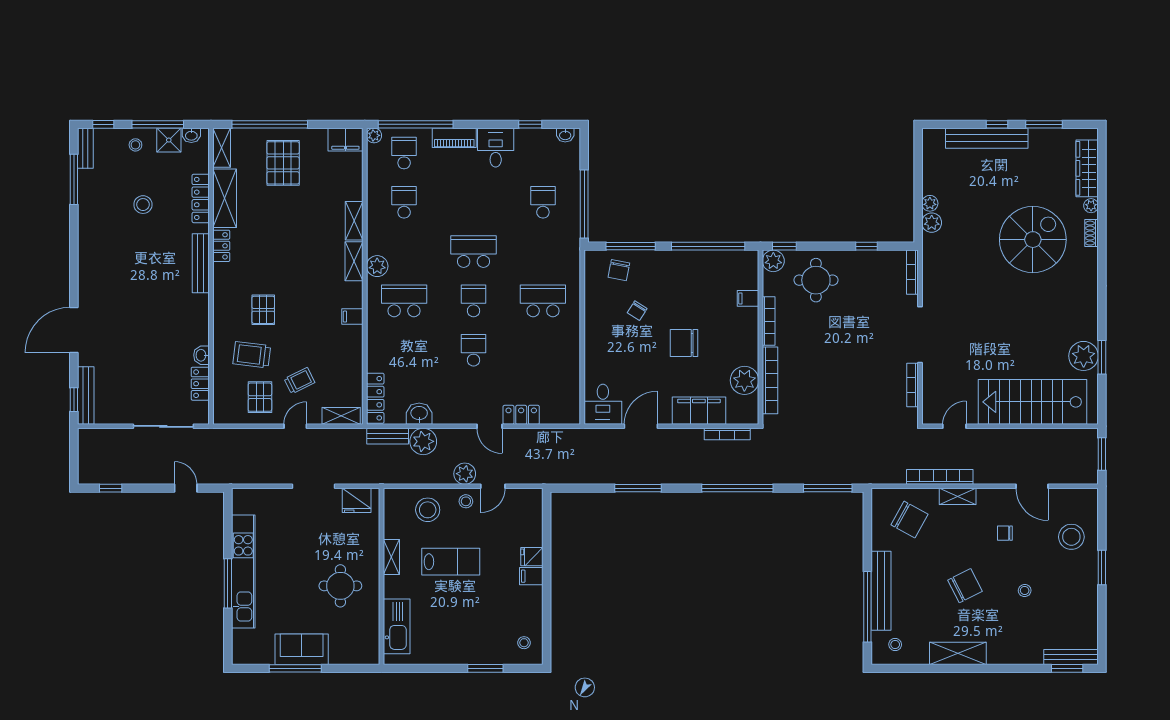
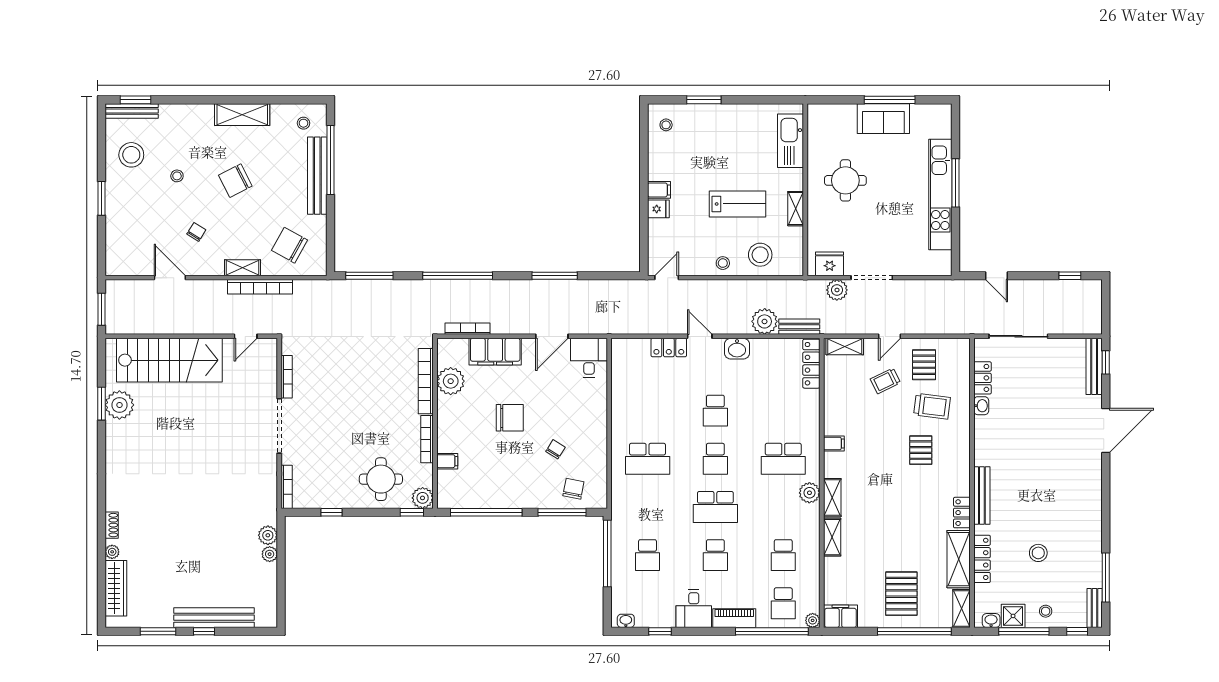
school desk: (474, 202) -> (715, 555), added
spiral stairs: (1033, 240) -> (169, 519), removed
washbasin: (419, 414) -> (737, 349), moved
plant: (465, 474) -> (837, 290), moved
door: (493, 486) -> (667, 278), moved
chair: (1005, 533) -> (196, 232), turned -58
stool: (1071, 537) -> (131, 155), moved
lab bench: (451, 562) -> (738, 204), turned 180

